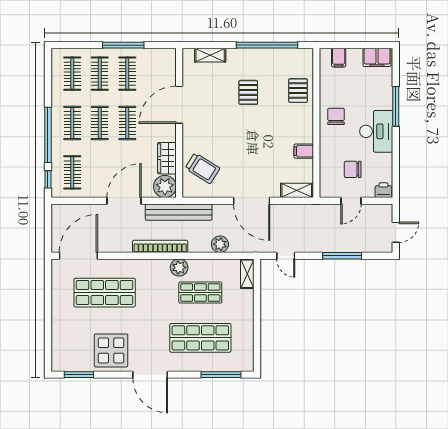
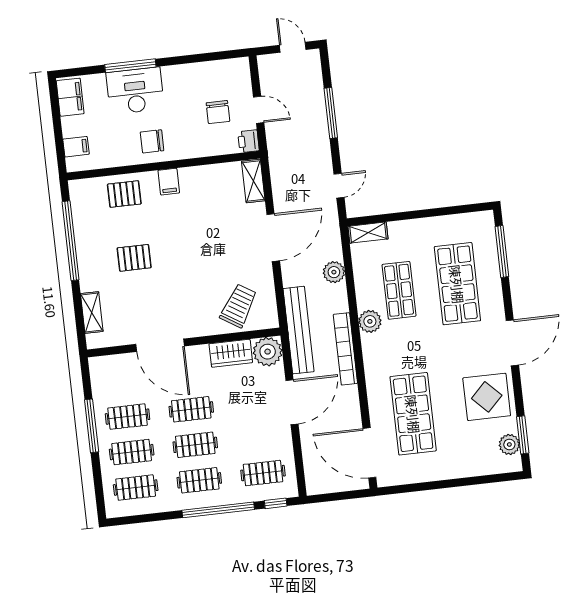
desk: (376, 131) -> (135, 91), moved
filing cabinet: (304, 151) -> (169, 182), moved
printer: (383, 190) -> (248, 141), moved
door: (124, 201) -> (292, 402), swing flipped
plant: (73, 364) -> (509, 444), added

